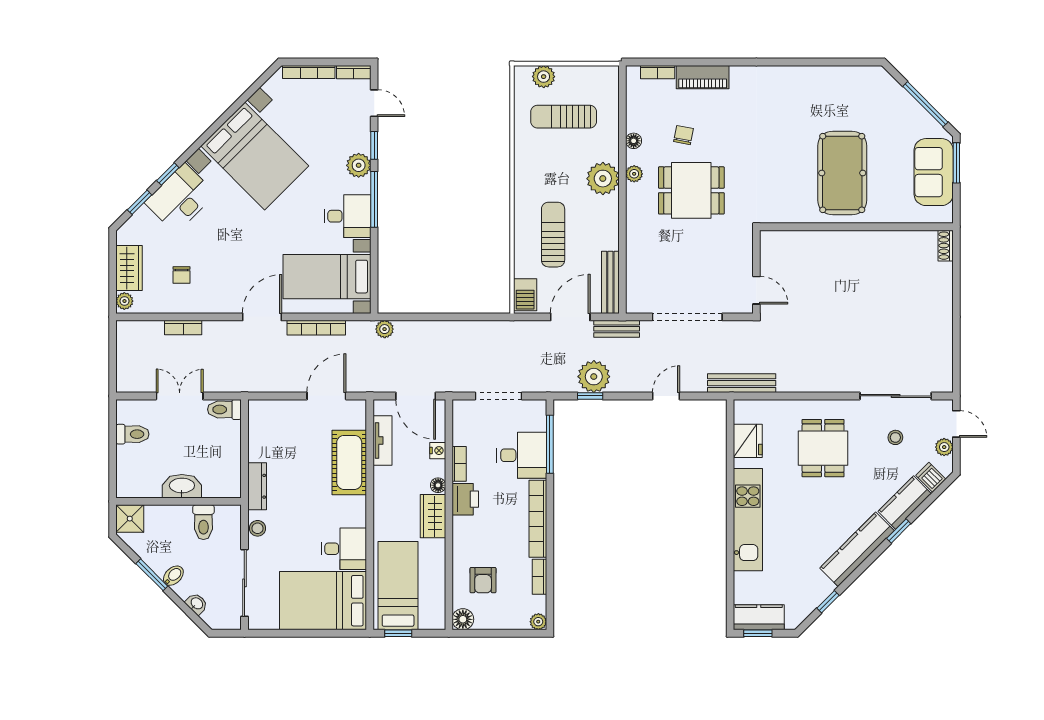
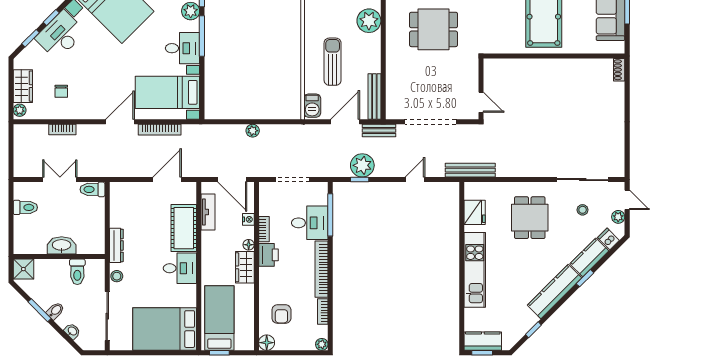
plant: (634, 174) -> (392, 17), removed
plant: (385, 329) -> (253, 131), moved
desk: (344, 549) -> (180, 268), moved

